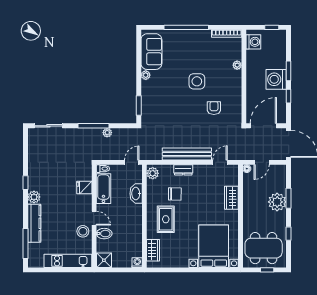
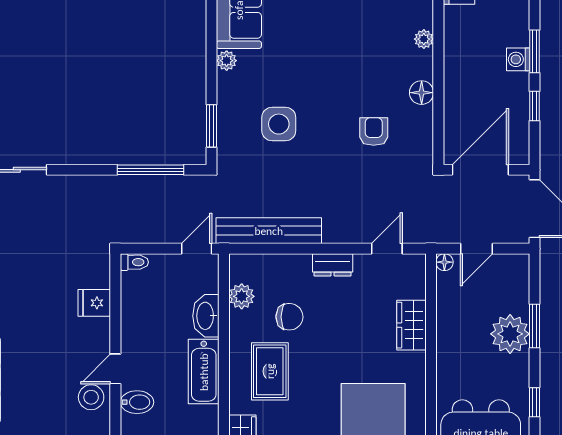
washing machine: (276, 79) -> (518, 59), width x0.53, depth x0.53
side table: (197, 81) -> (279, 124), moved
floor lamp: (236, 90) -> (422, 93), added
window: (93, 126) -> (151, 170), moved
plant: (107, 133) -> (144, 184), removed
bench: (187, 154) -> (269, 231), moved
dresser: (183, 170) -> (333, 265), moved
plant: (153, 173) -> (242, 296), moved
bathtub: (103, 189) -> (204, 372), moved, turned 180
door: (94, 218) -> (115, 369), swing flipped

